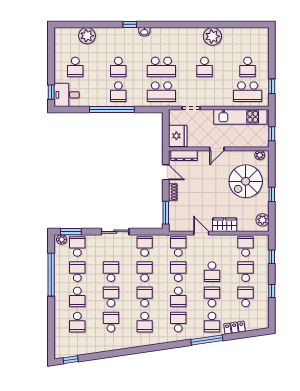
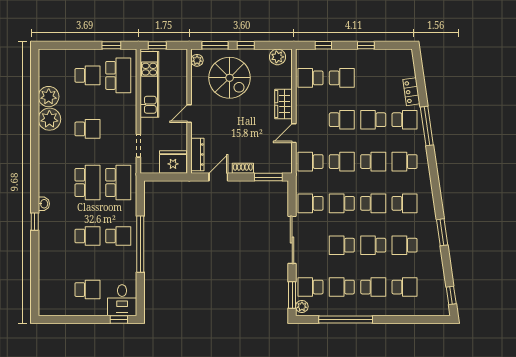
plant: (87, 36) -> (49, 97), moved
window: (272, 134) -> (157, 45), moved
door: (217, 149) -> (189, 114), swing flipped
window: (272, 170) -> (215, 45), added
sliding door: (115, 232) -> (292, 240), width x1.37
school desk: (178, 272) -> (342, 162), turned 180
school desk: (246, 272) -> (342, 78), turned 180
school desk: (145, 297) -> (373, 203), turned 180
school desk: (246, 297) -> (373, 78), removed
window: (121, 352) -> (442, 232), added

